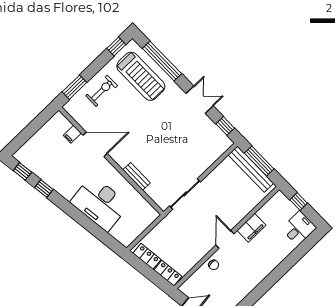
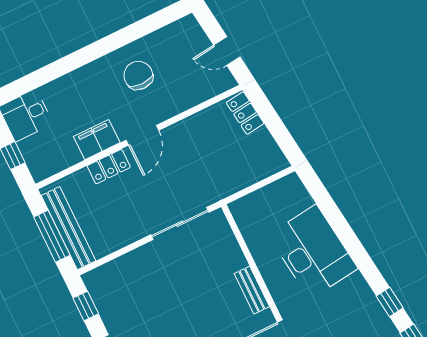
bench: (137, 176) -> (252, 290), moved
locker: (147, 256) -> (109, 167), moved, turned -83
chair: (214, 265) -> (138, 75), moved, width x1.87, depth x1.87

